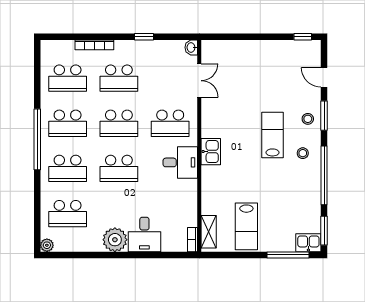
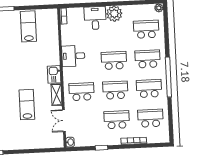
lab bench: (272, 135) -> (27, 105), moved, turned 180
desk: (180, 162) -> (73, 56), moved
shelving: (209, 232) -> (56, 95), moved

